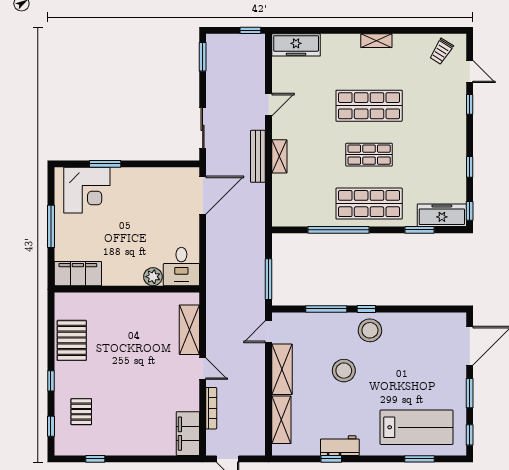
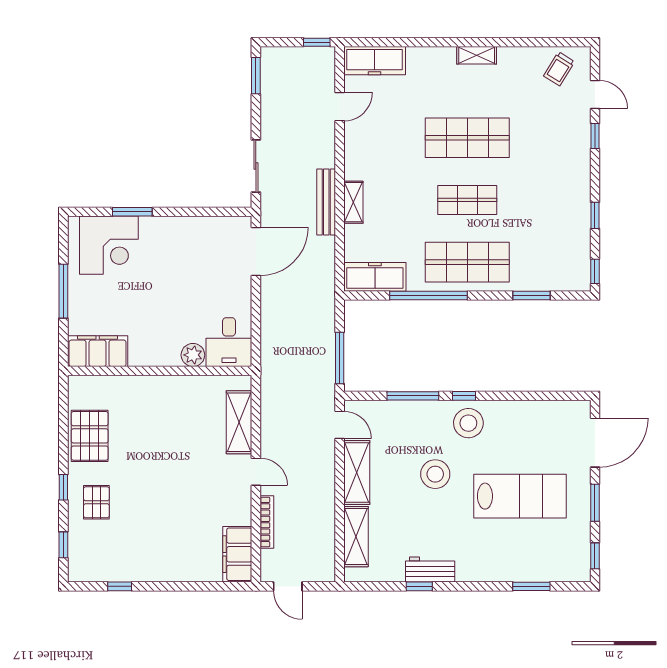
door: (269, 105) -> (340, 107), moved
freezer: (442, 215) -> (375, 277), moved
door: (269, 332) -> (340, 425), swing flipped
pallet: (81, 412) -> (96, 502), moved
lab bench: (416, 427) -> (520, 496), moved

